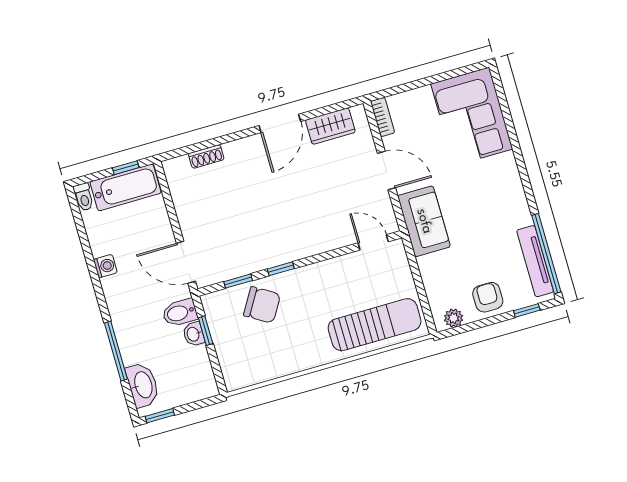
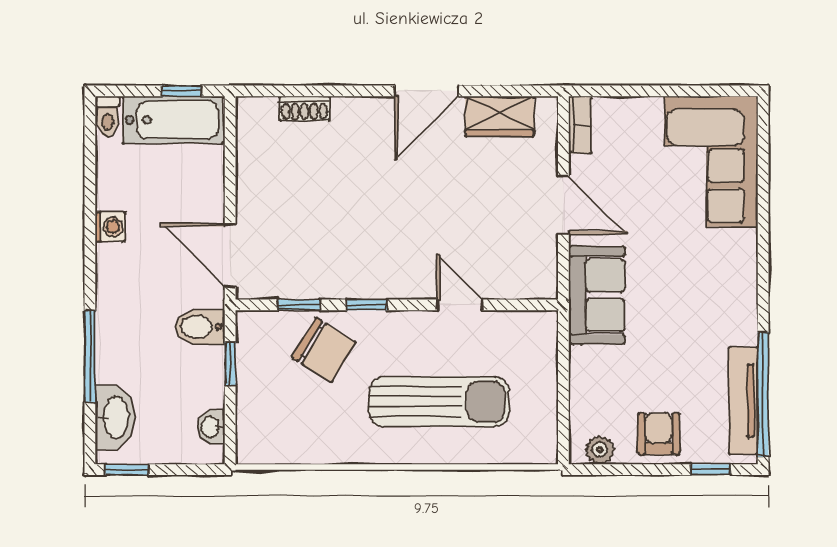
door: (373, 242) -> (460, 305), moved
sun lounger: (375, 325) -> (439, 402), moved
washbasin: (194, 334) -> (211, 427), moved

